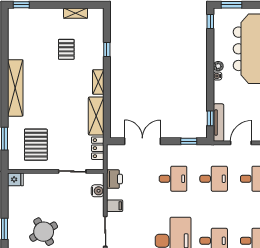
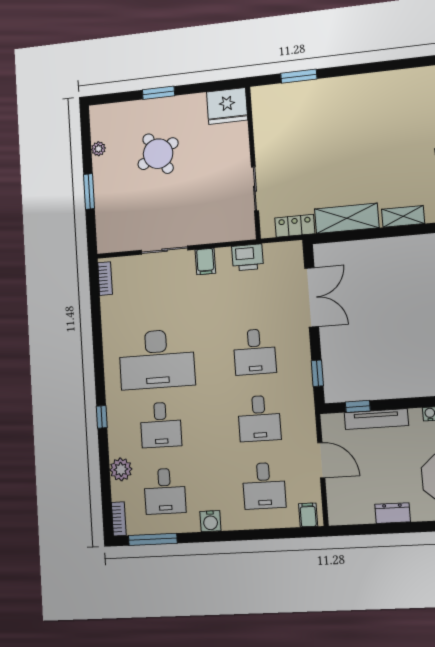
shelving: (15, 88) -> (382, 84), removed
tv unit: (219, 123) -> (376, 419), moved
pallet: (36, 145) -> (293, 127), removed
fridge: (15, 179) -> (227, 106), width x1.88, depth x1.34
water cooler: (98, 191) -> (227, 232), removed

